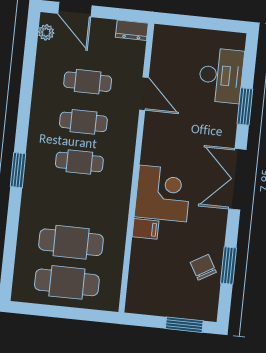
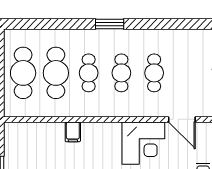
cafe table: (88, 82) -> (89, 73), moved
door: (144, 94) -> (182, 119), hinge flipped
corner desk: (163, 194) -> (143, 143), moved

